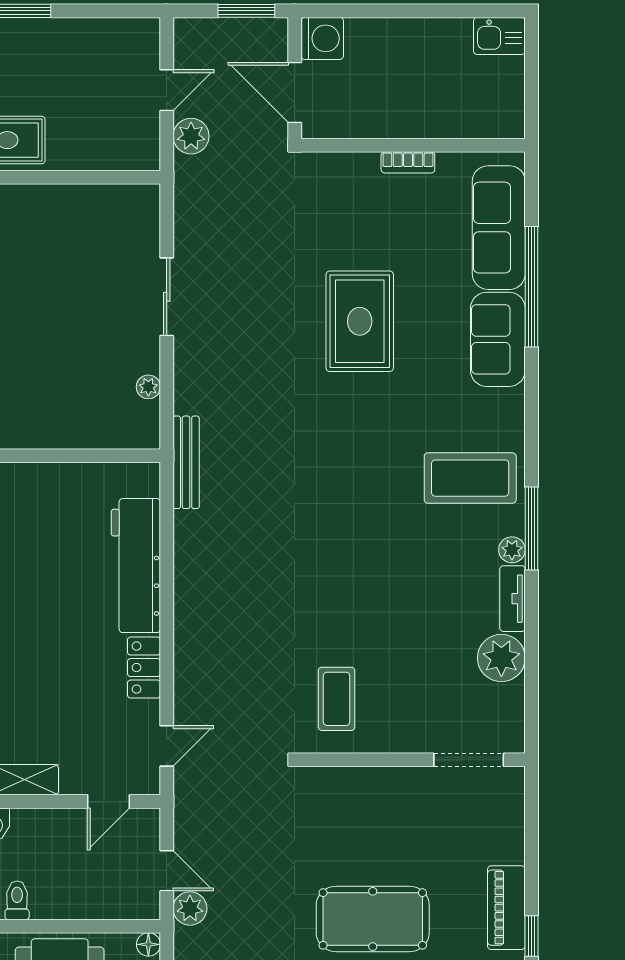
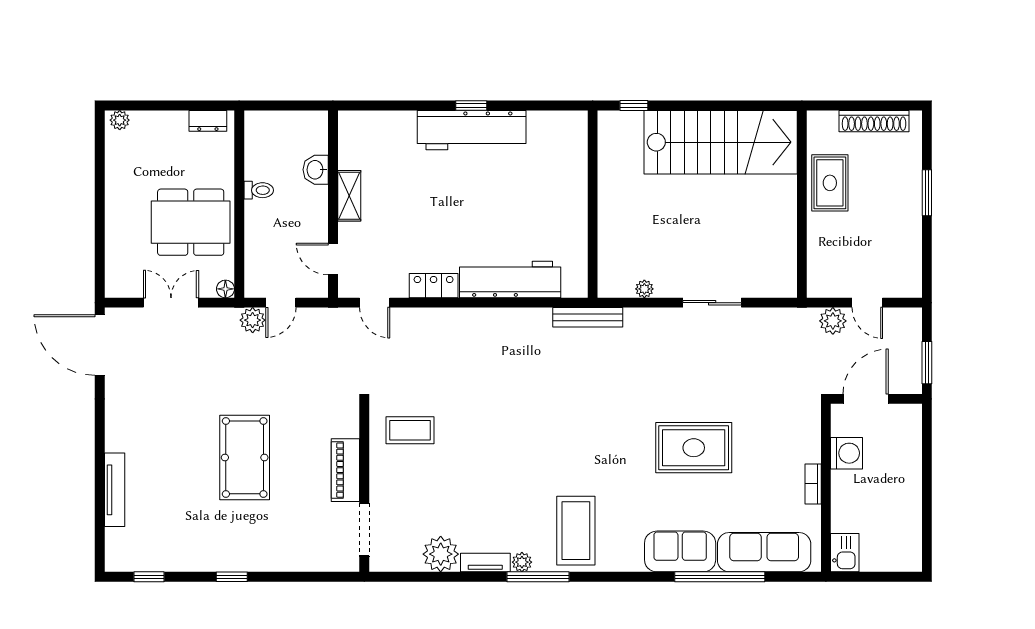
kitchen sink: (499, 36) -> (845, 553), moved, turned 180
washing machine: (322, 38) -> (847, 453), moved, turned -90
piano: (506, 908) -> (345, 470), moved, turned -90

